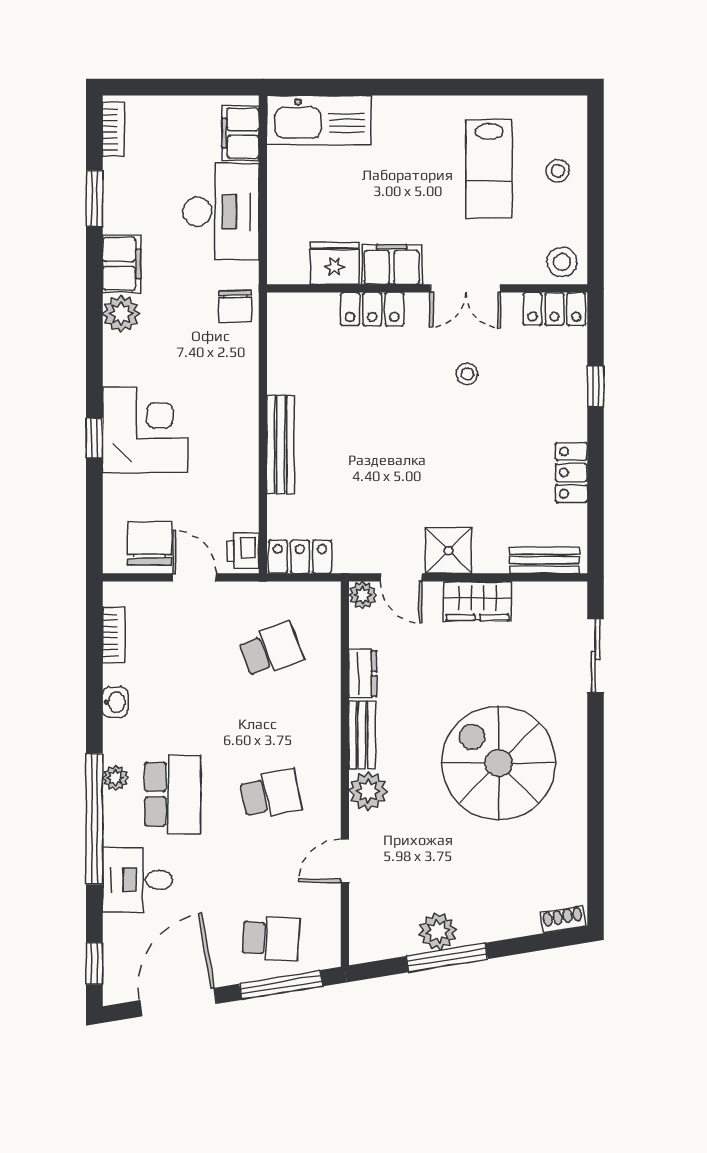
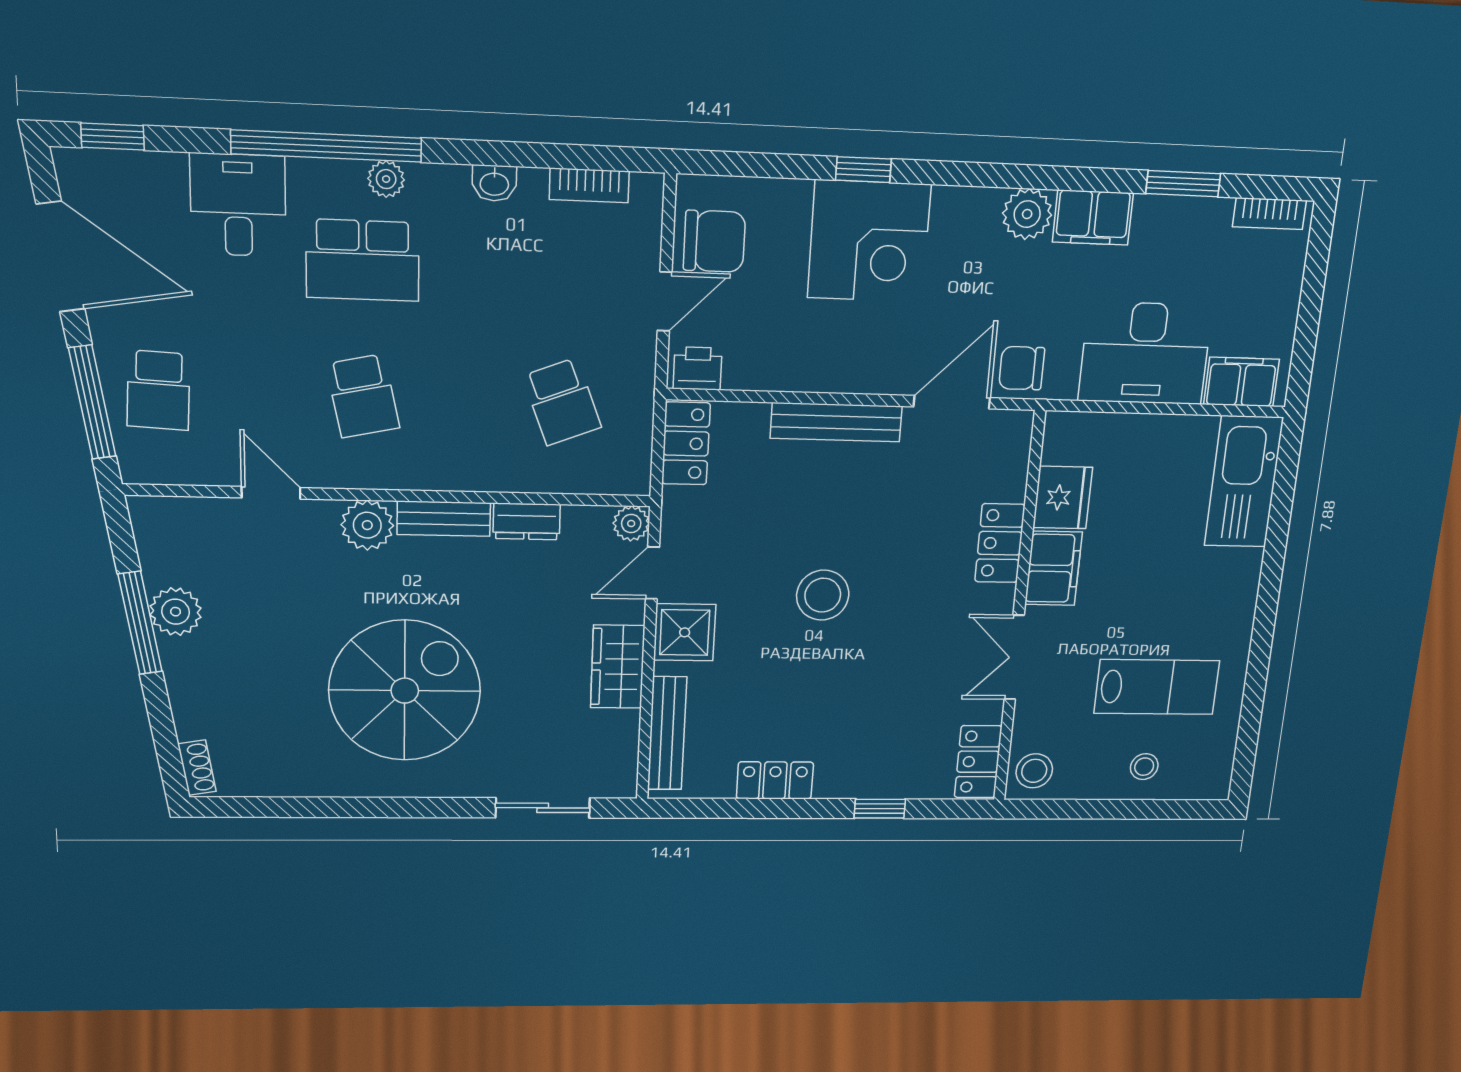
lab bench: (489, 169) -> (1157, 687), turned 180
door: (263, 357) -> (952, 402), added
stool: (467, 374) -> (823, 595), moved, width x1.89, depth x1.89
bench: (545, 560) -> (667, 733), width x1.36

